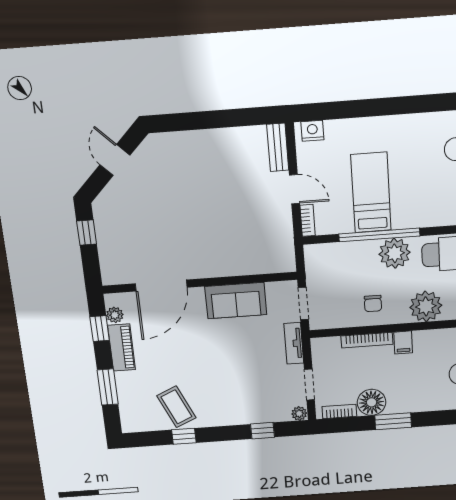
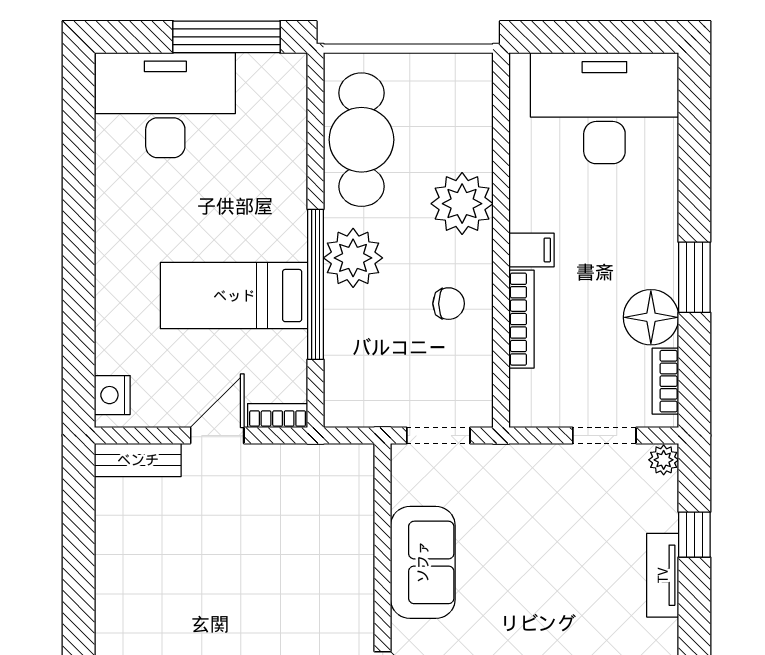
tv unit: (294, 343) -> (663, 575), moved, turned 90

